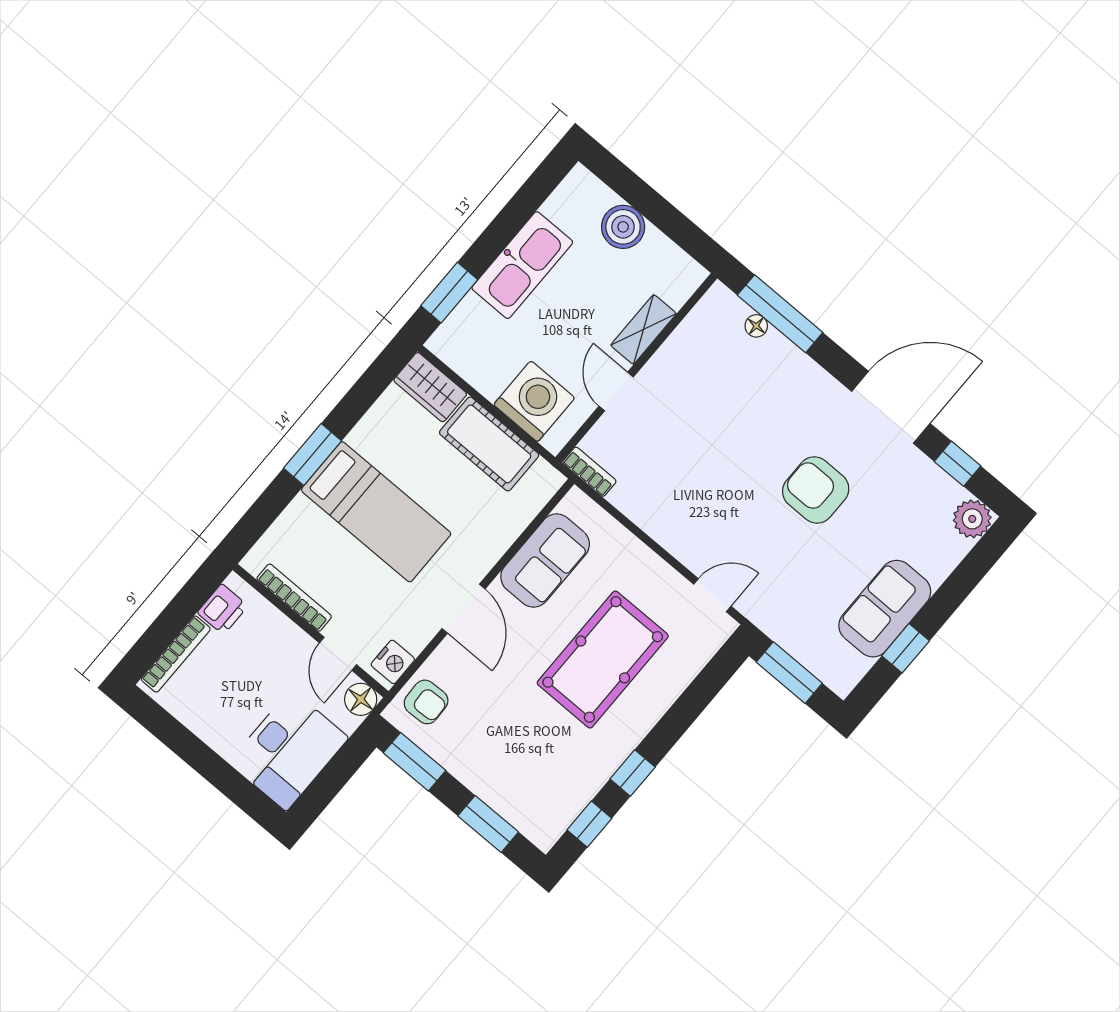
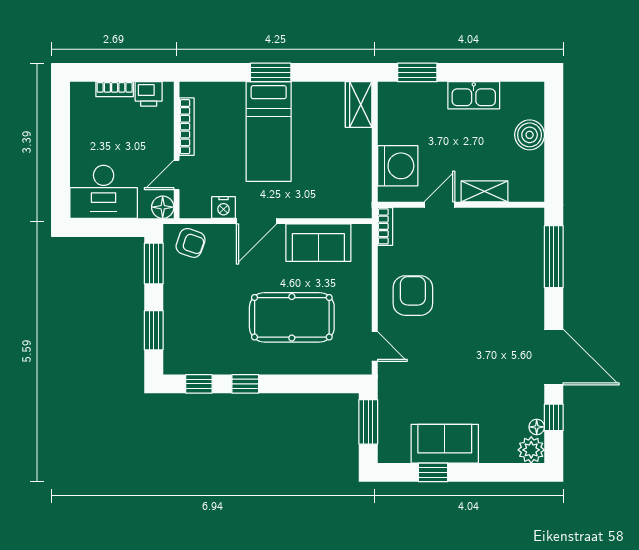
kitchen sink: (522, 265) -> (474, 95), width x0.73, depth x0.81
floor lamp: (756, 326) -> (537, 427), moved
cot: (489, 444) -> (355, 161), removed
armchair: (816, 490) -> (413, 296), moved
bookcase: (176, 654) -> (115, 89), width x0.64
nightstand: (393, 662) -> (224, 207), moved
armchair: (426, 702) -> (191, 243), turned -69

